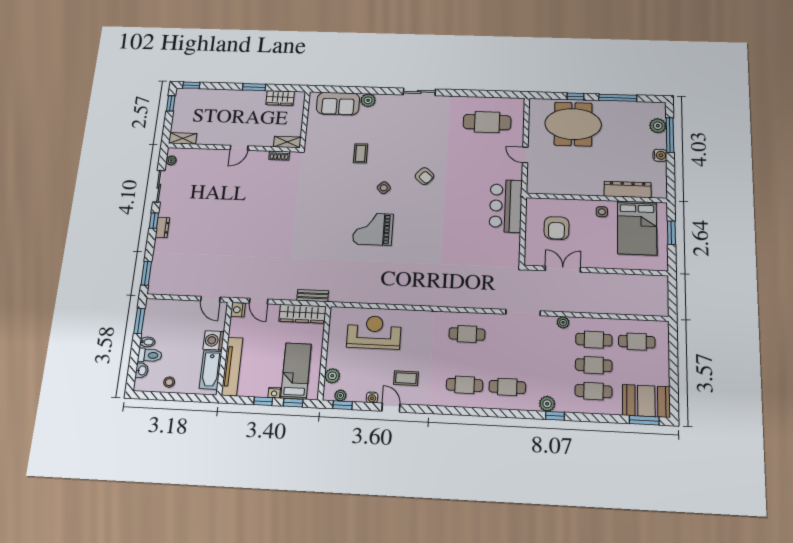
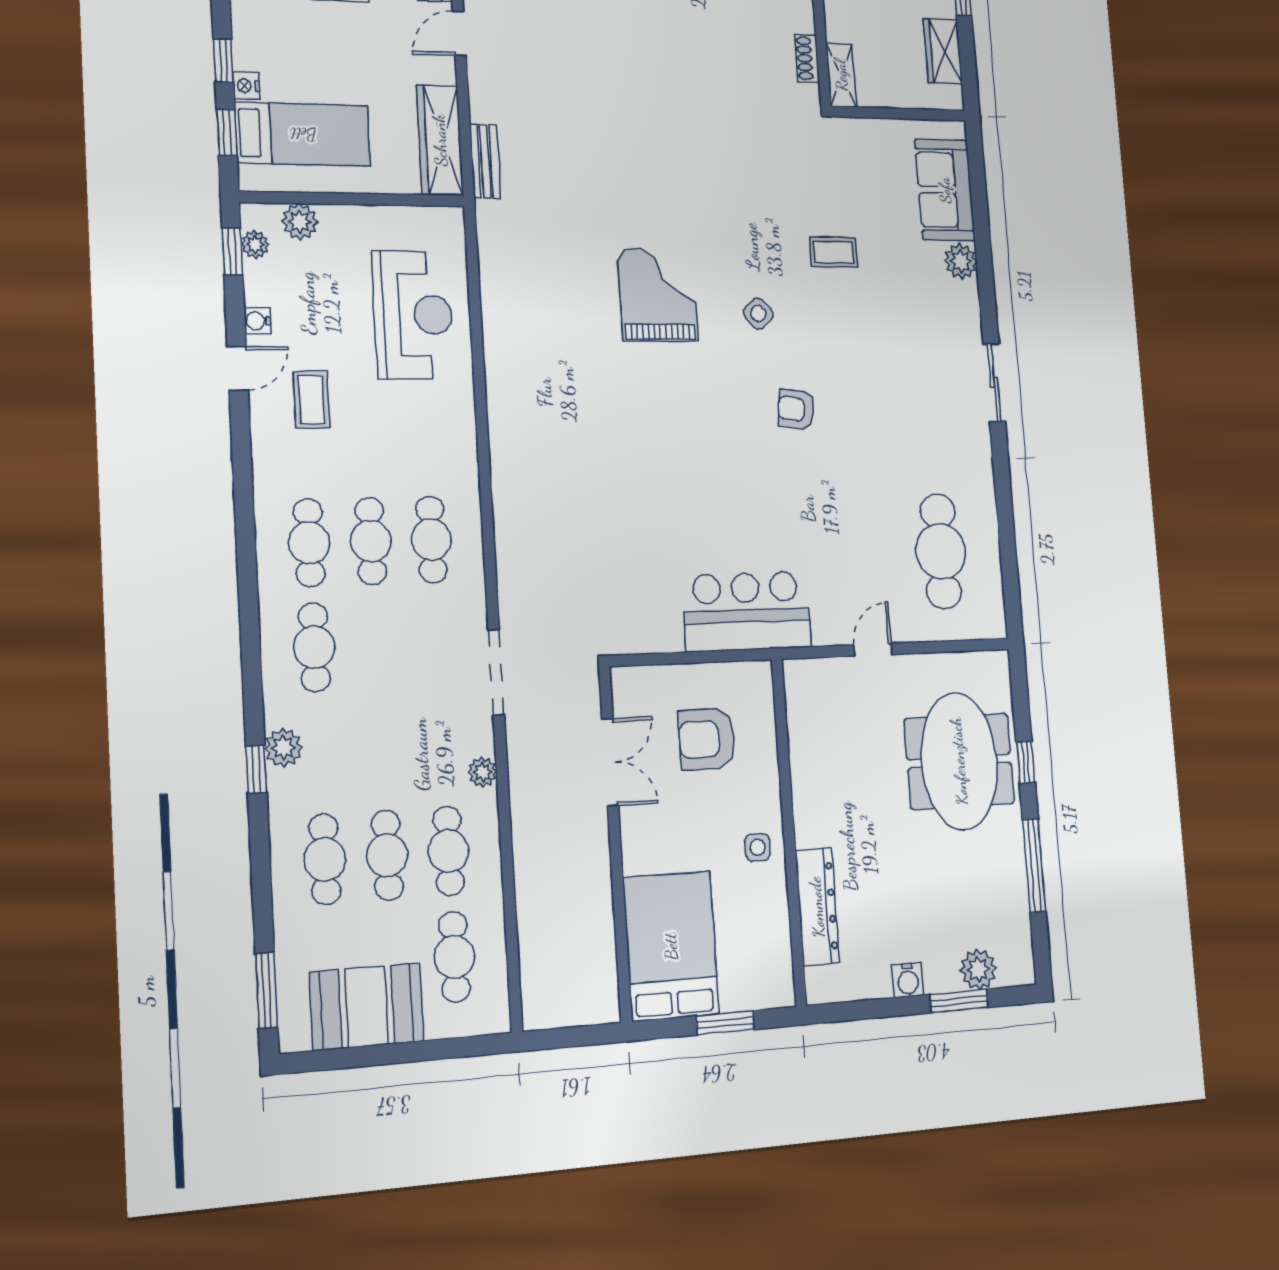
window: (670, 135) -> (959, 1001), width x0.69
armchair: (424, 176) -> (796, 409), turned 55
bed: (637, 228) -> (671, 946), moved, turned 90
cafe table: (466, 359) -> (371, 541), added
booth: (646, 401) -> (367, 1007), moved, turned 90

